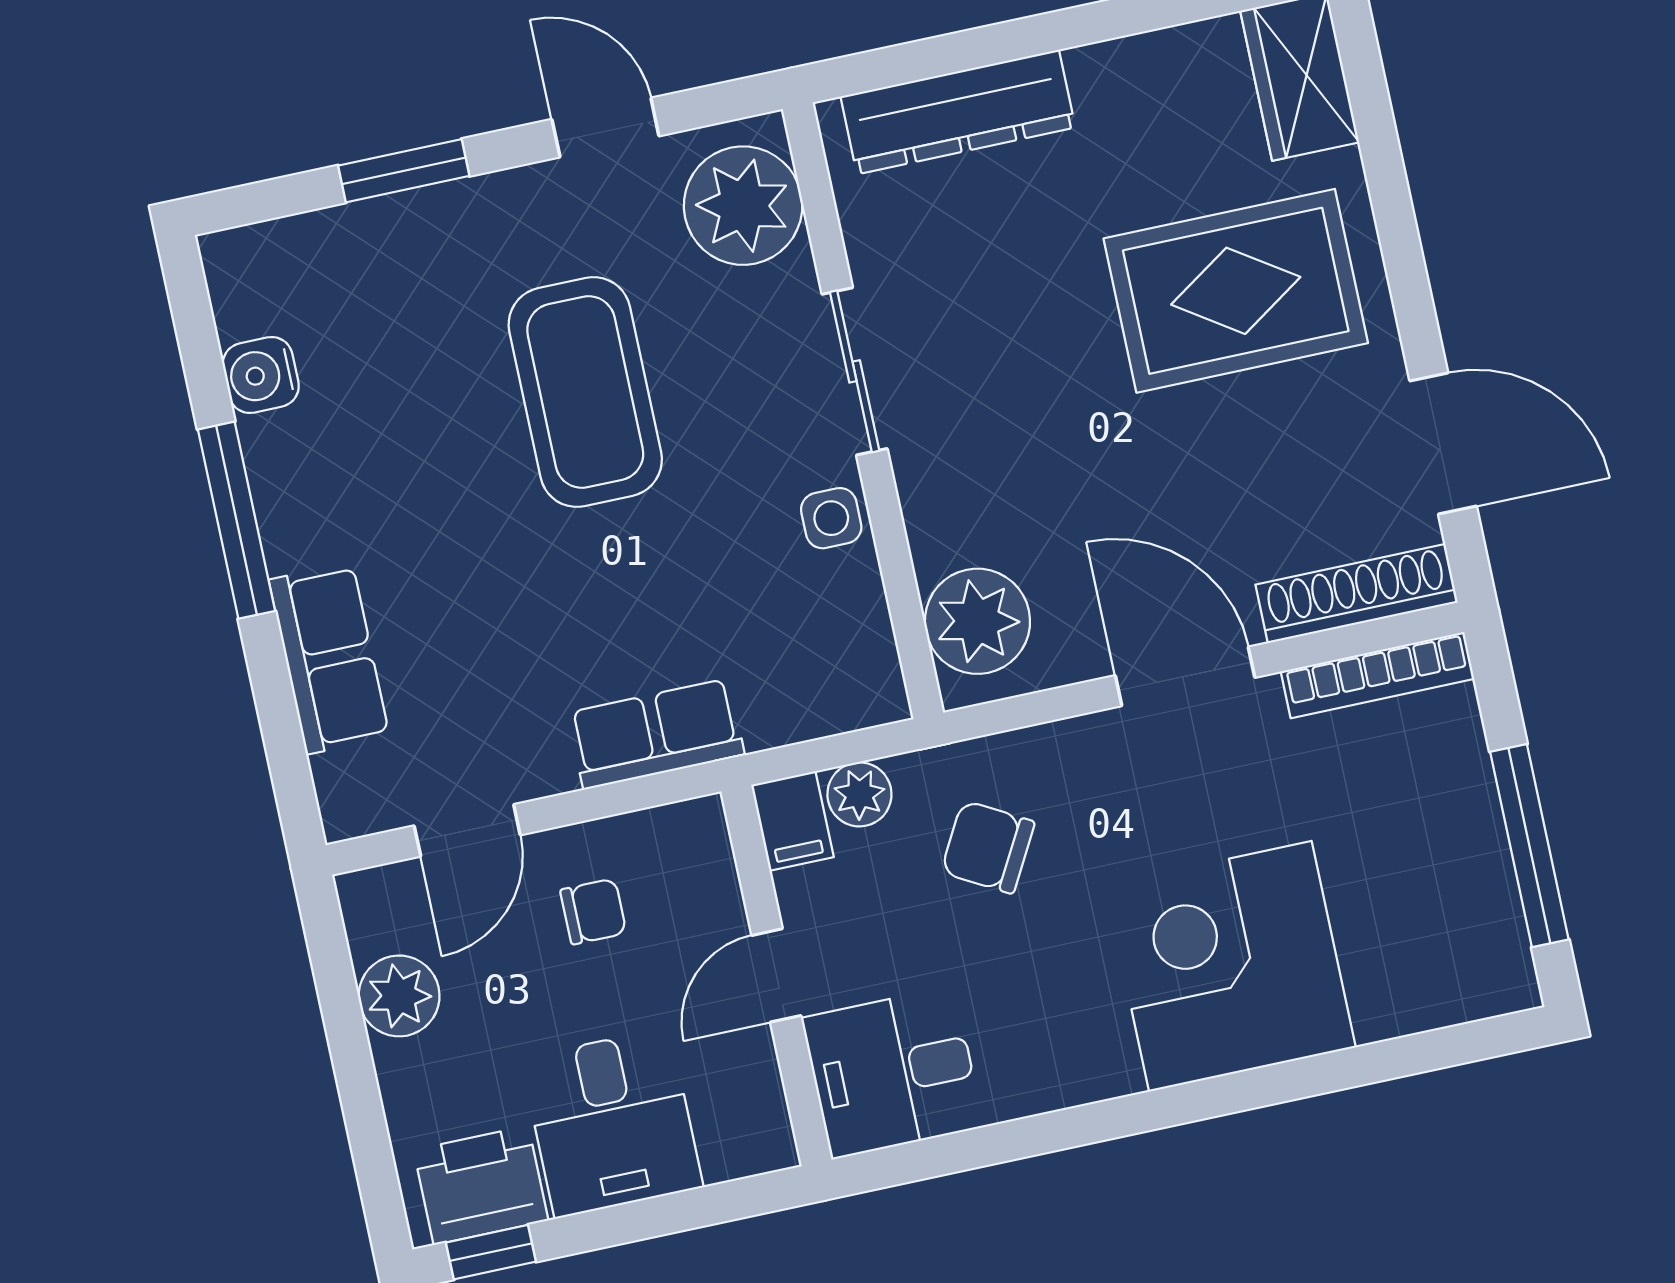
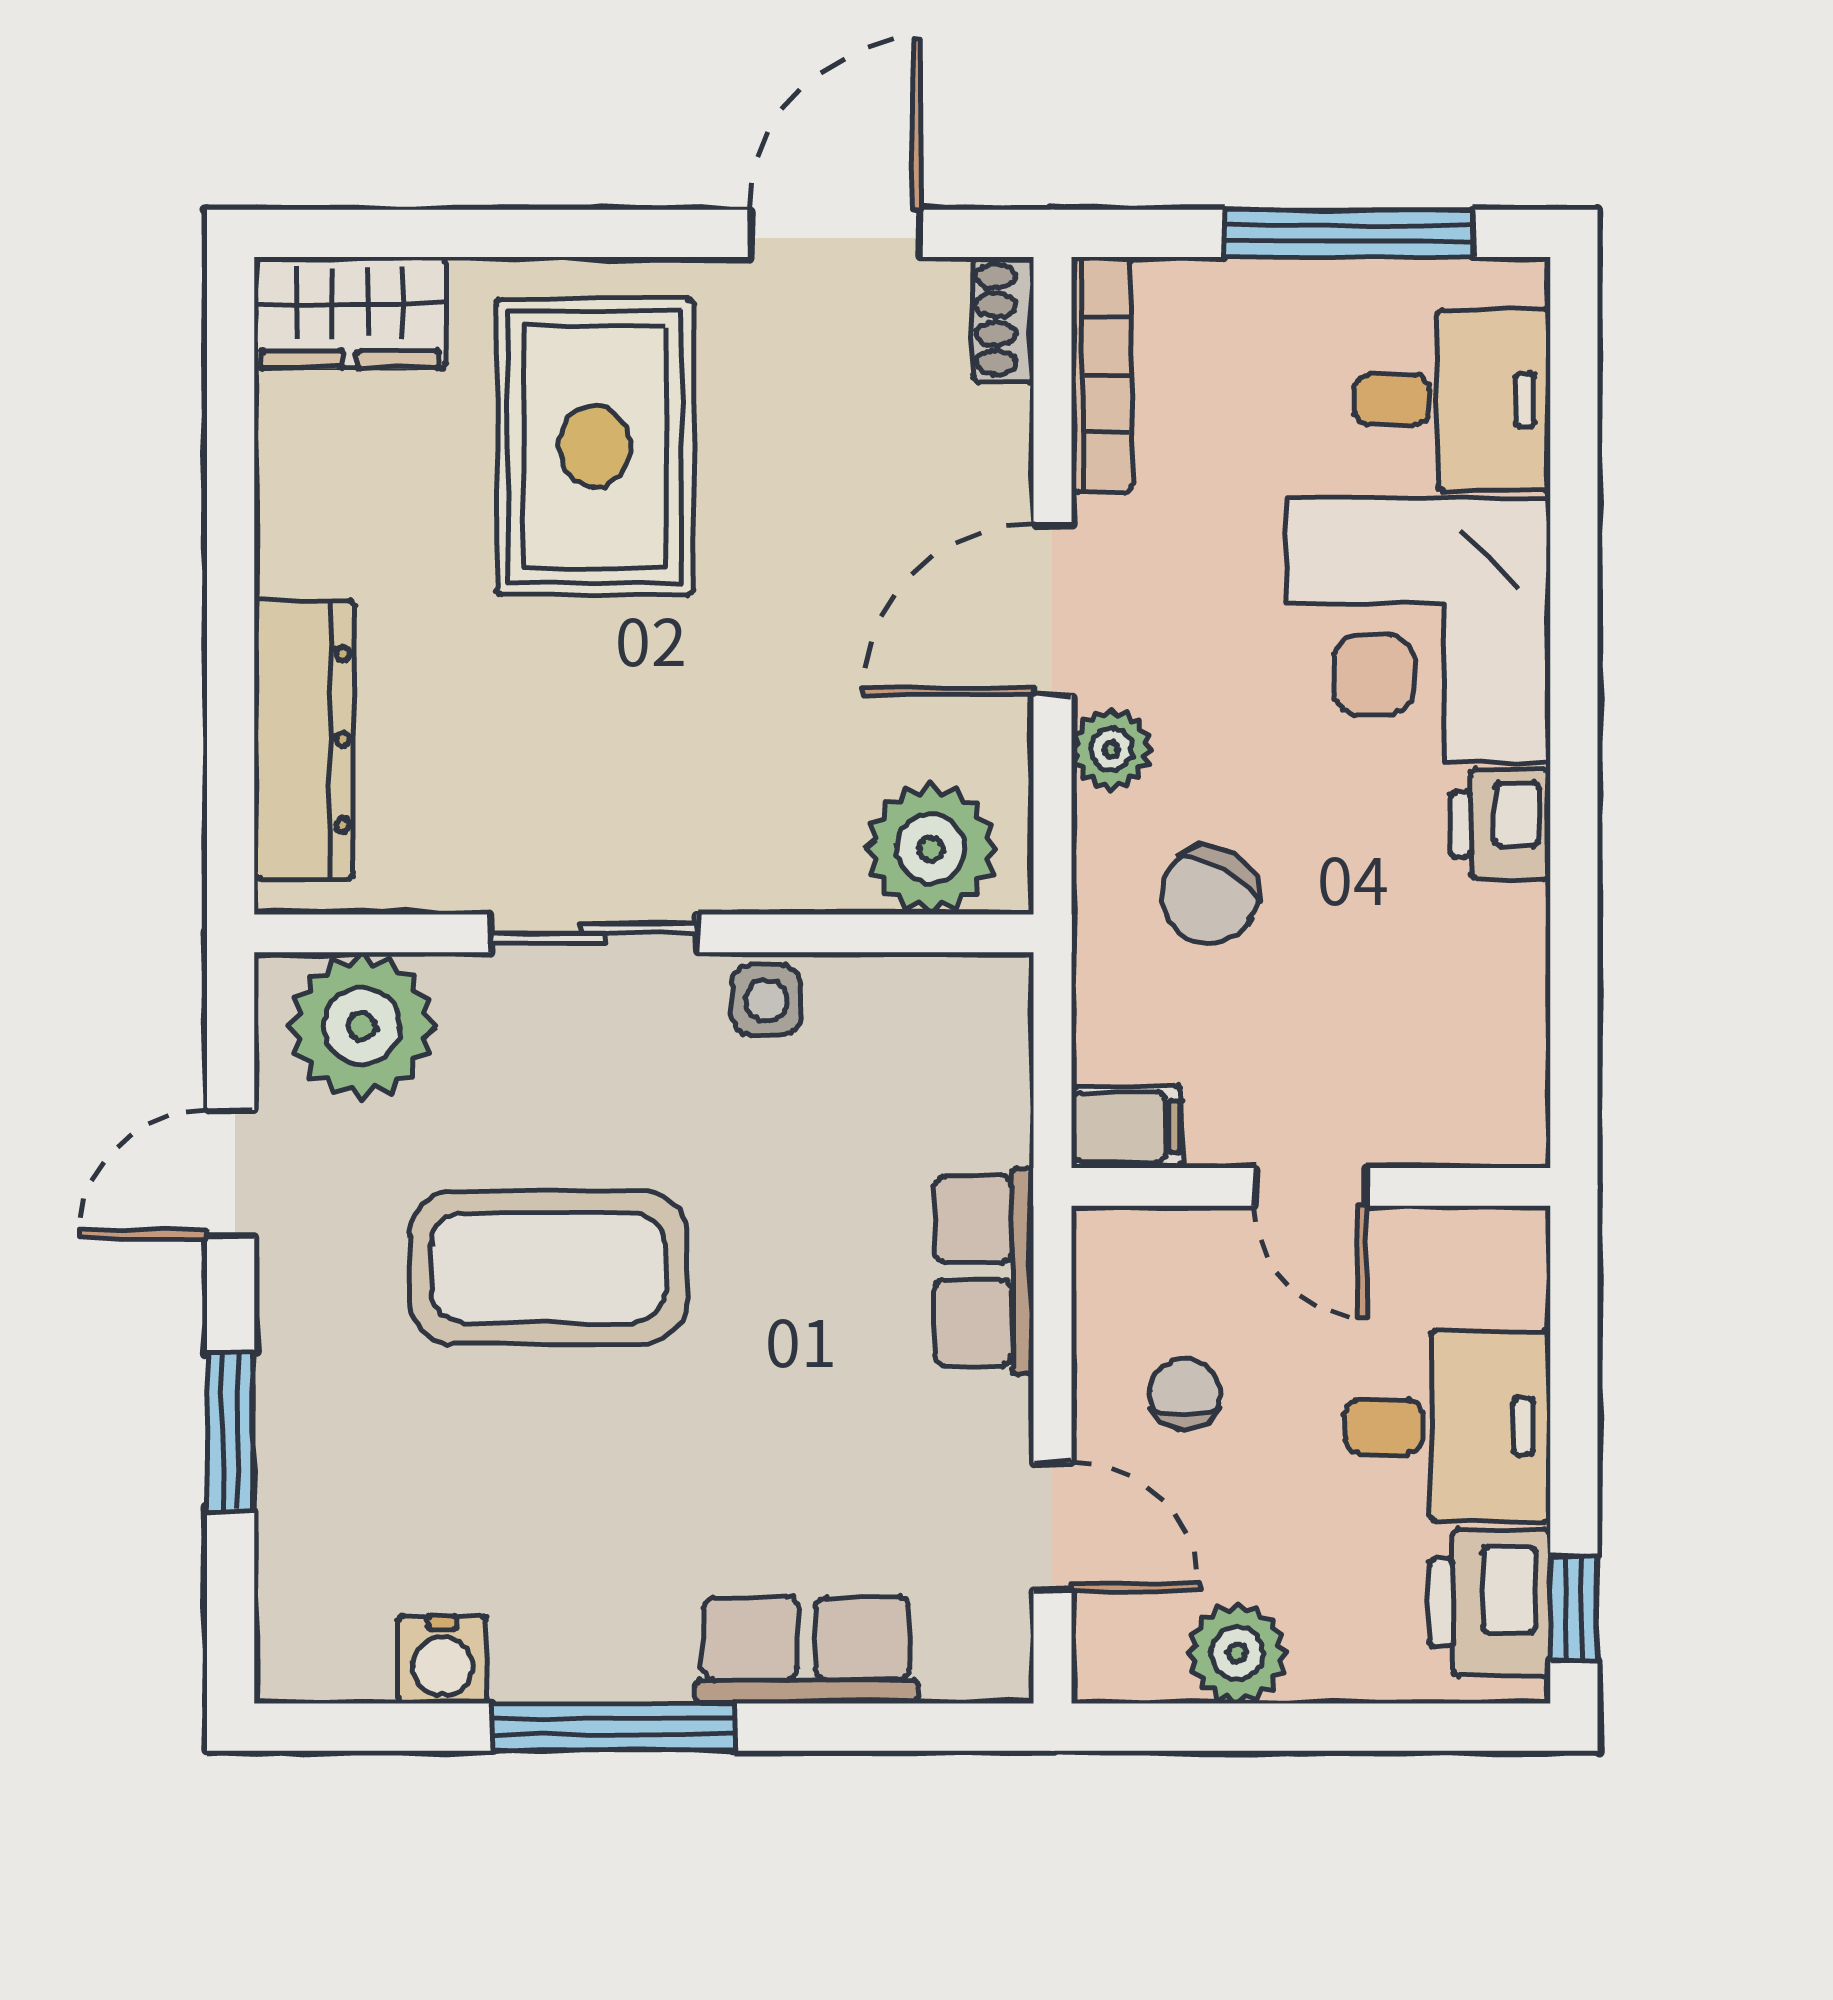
shoe rack: (1357, 594) -> (1003, 319), width x0.51, depth x0.81
plant: (859, 794) -> (1111, 749), moved
printer: (1092, 1063) -> (1501, 824), added
desk: (893, 1072) -> (1453, 400), moved, turned -90

